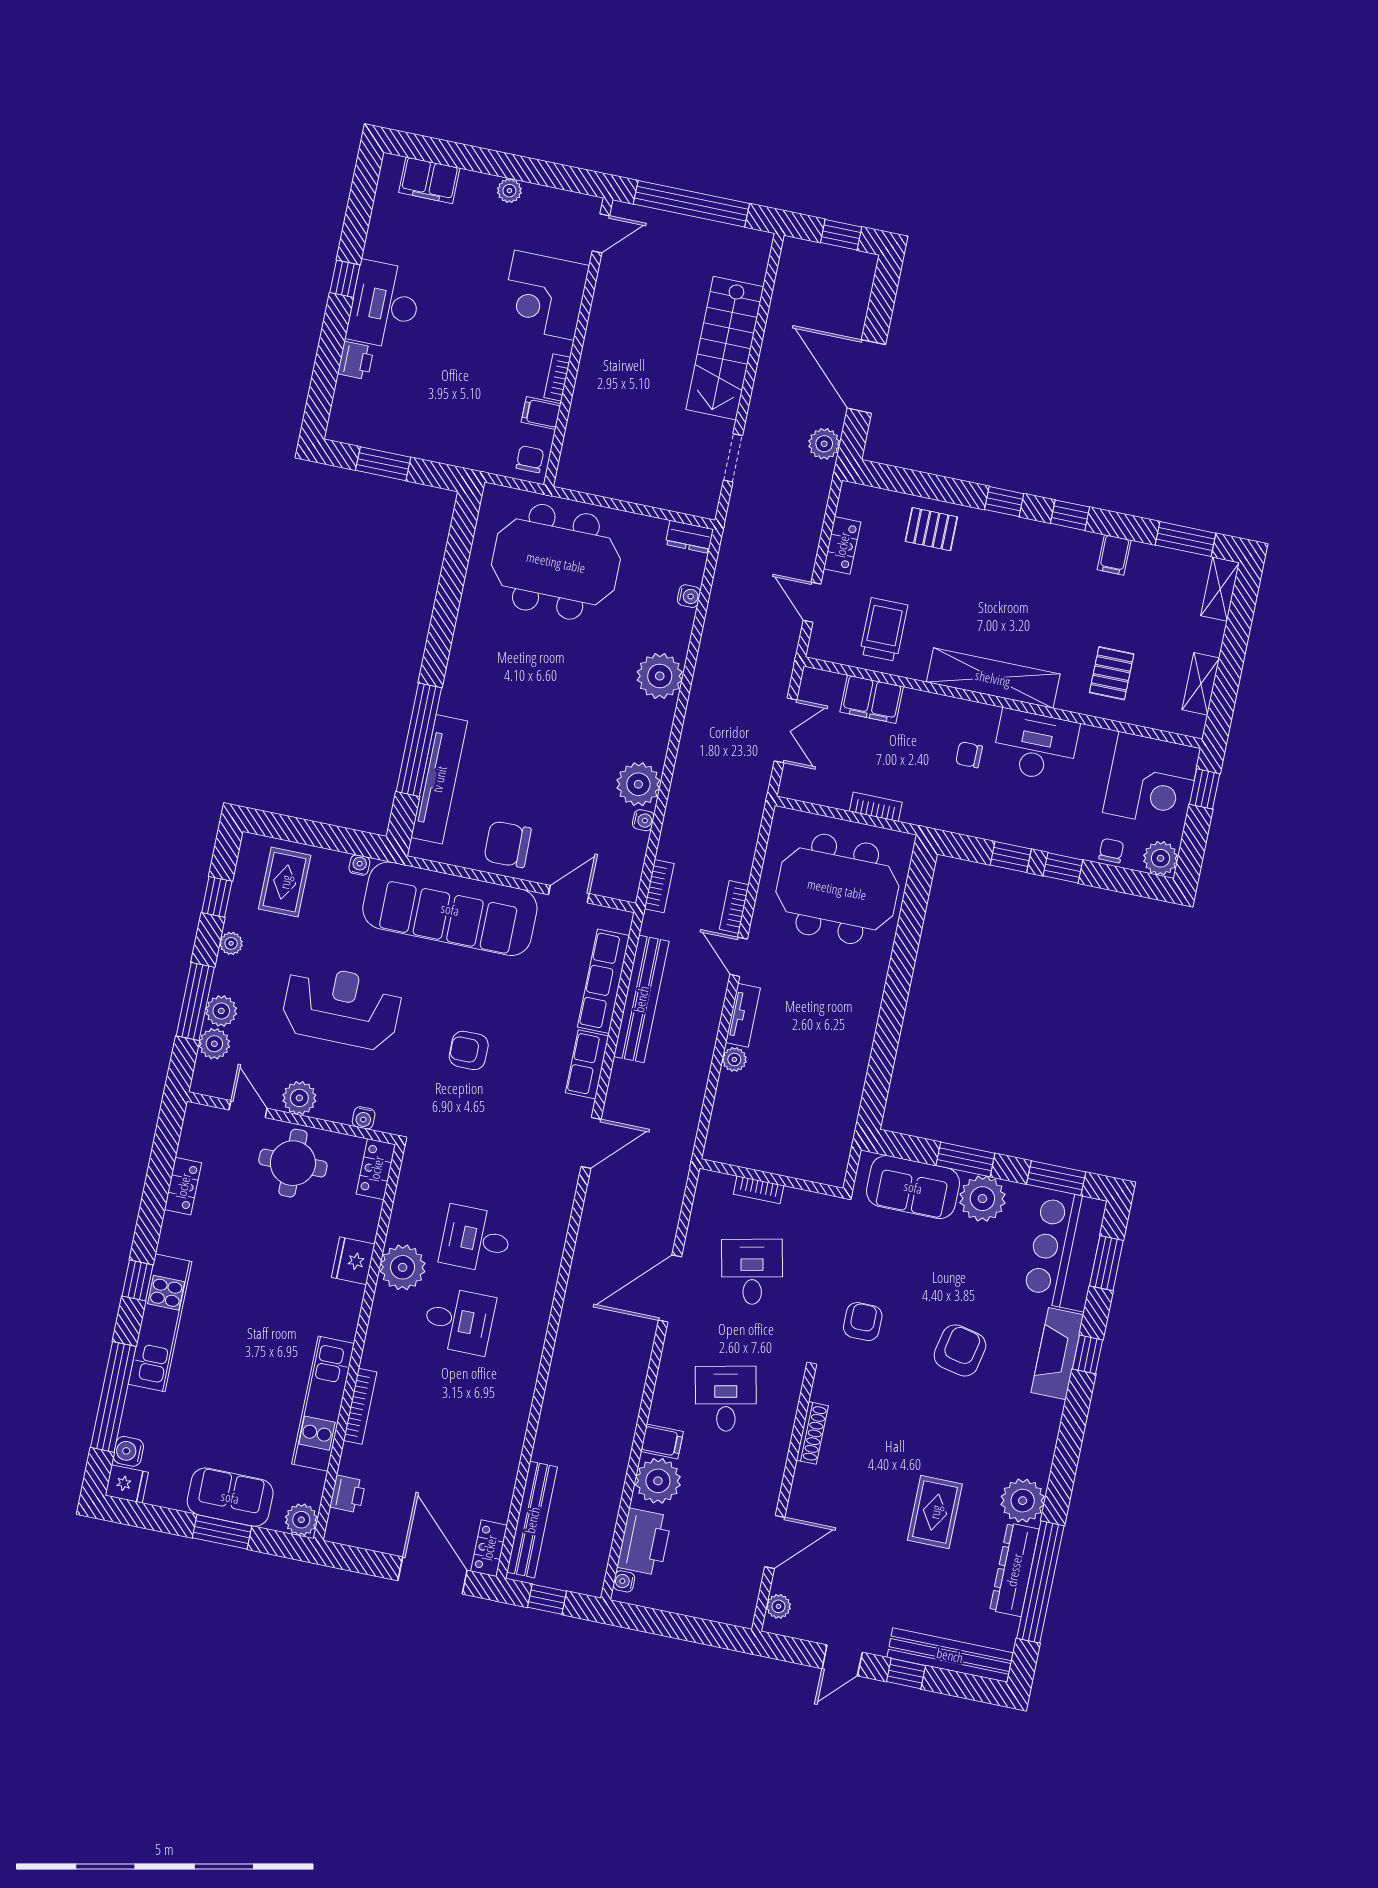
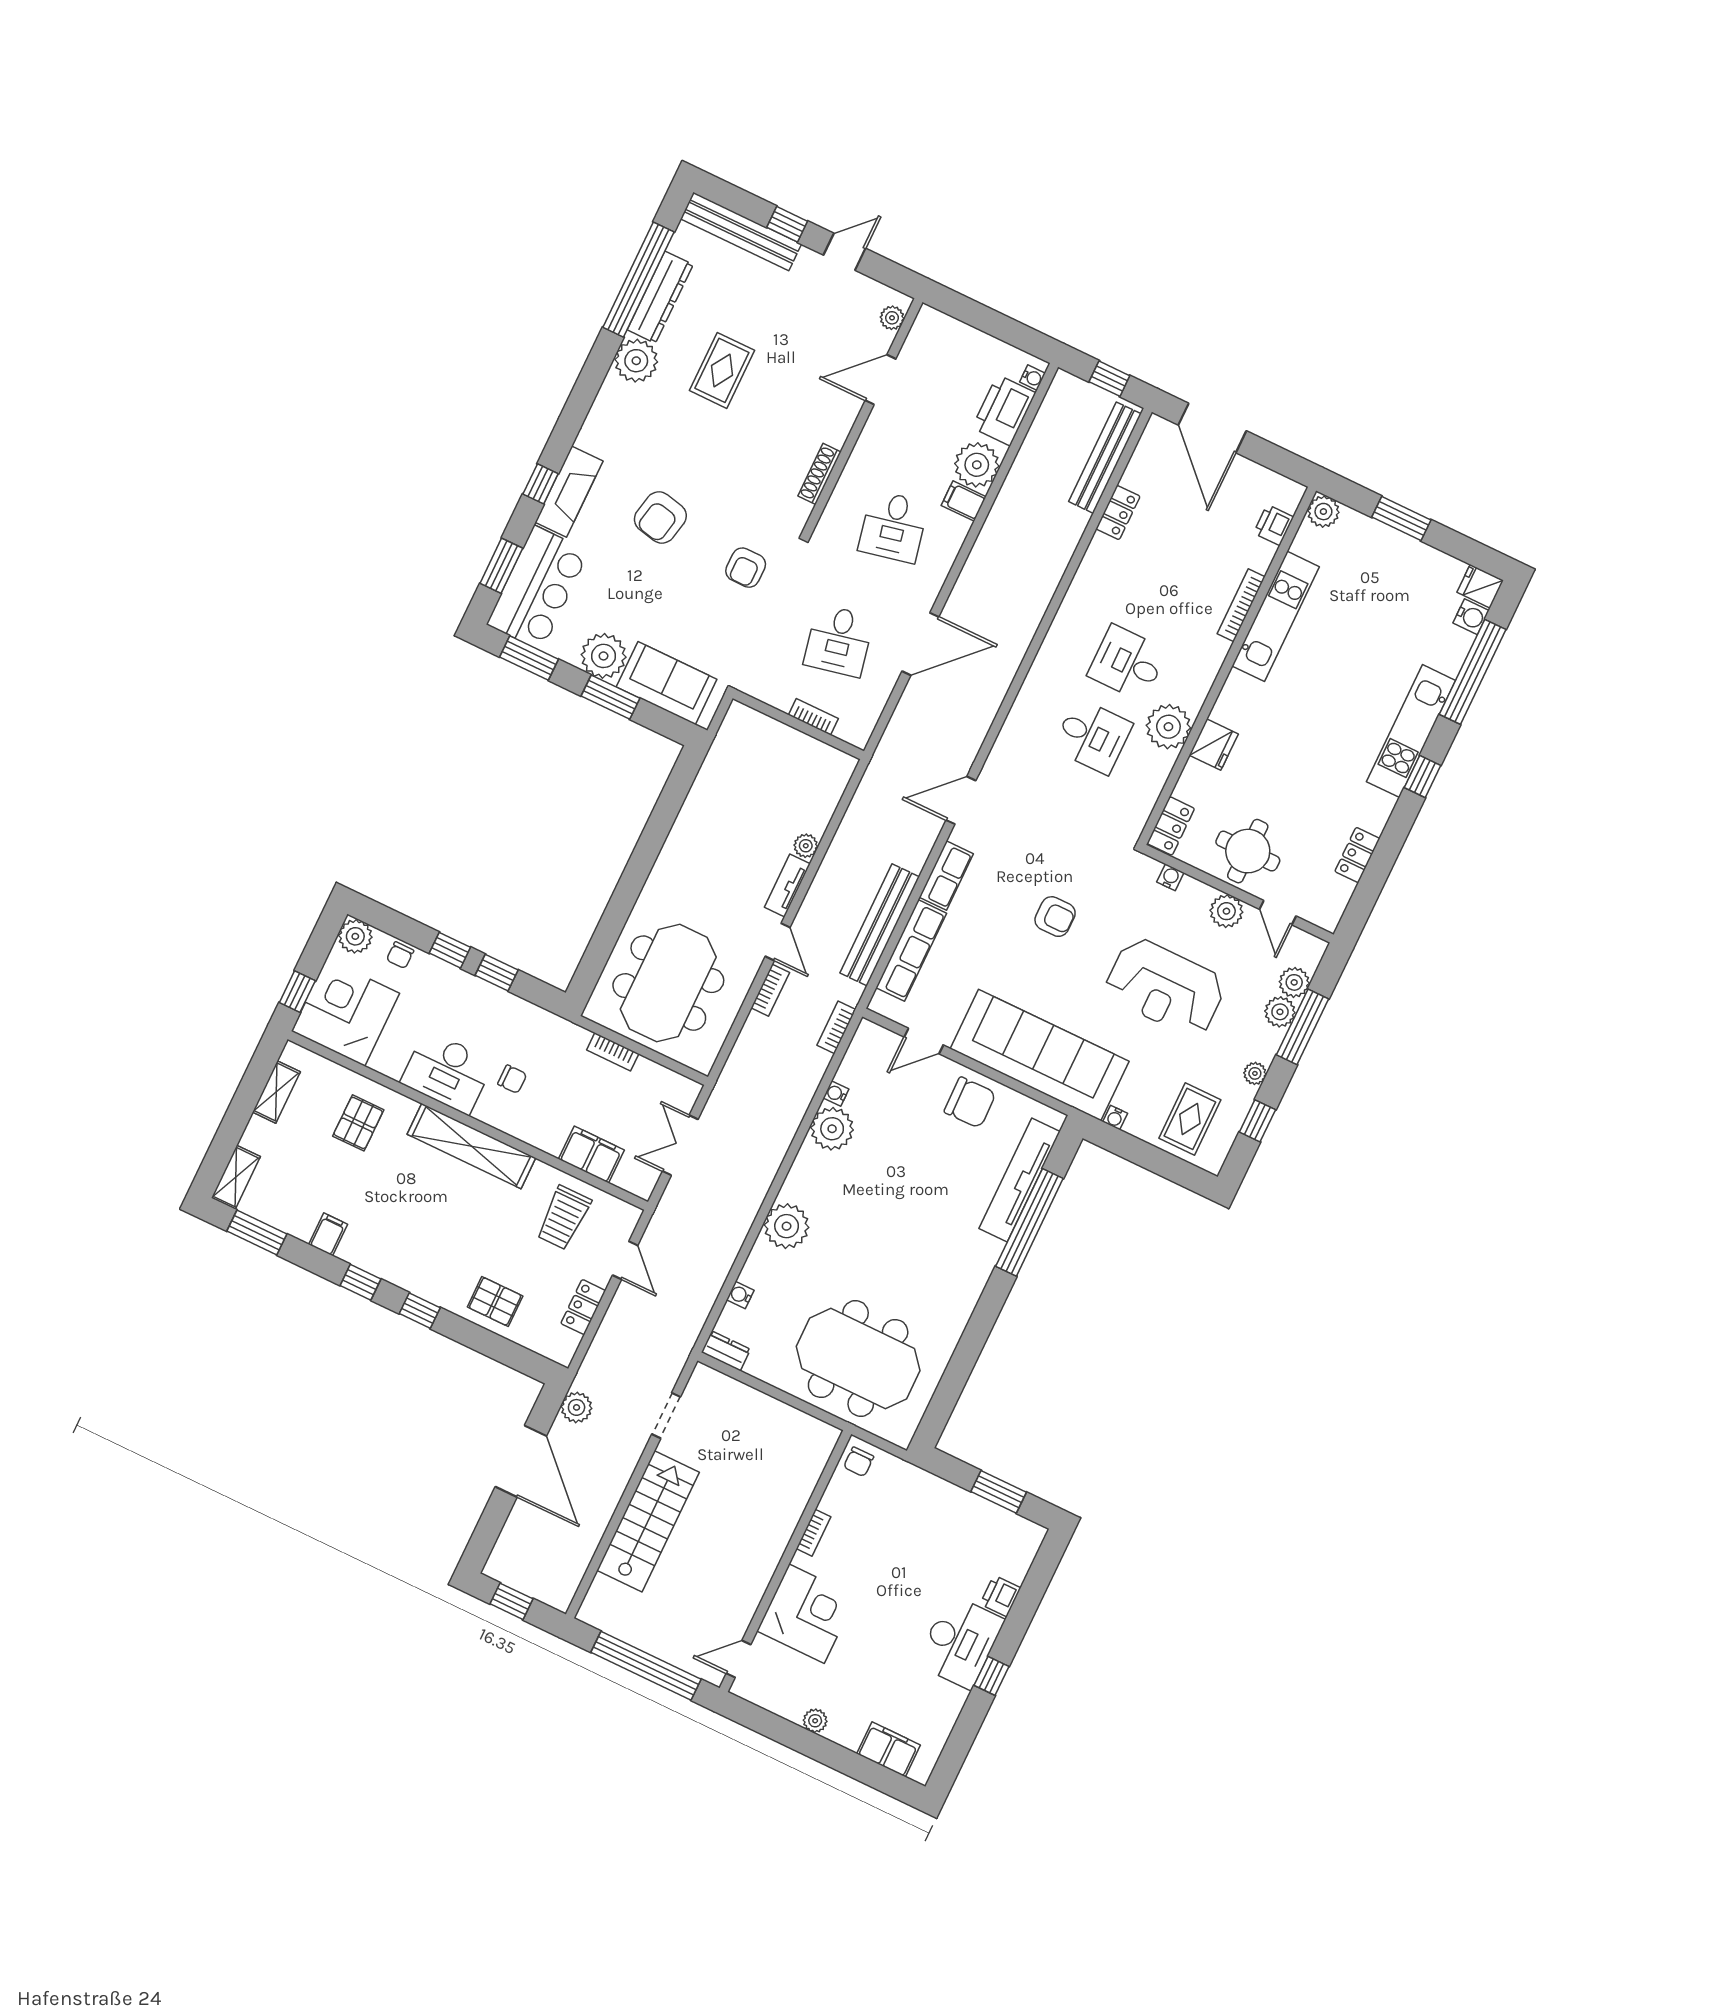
filing cabinet: (541, 413) -> (837, 1503), removed
meeting table: (837, 889) -> (668, 983), turned 90
sofa: (230, 1497) -> (1385, 550), removed
locker: (489, 1548) -> (1118, 513), moved

